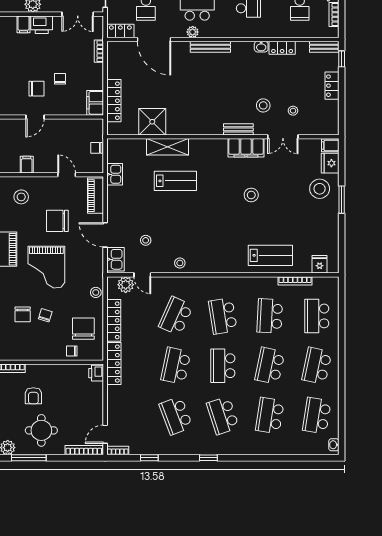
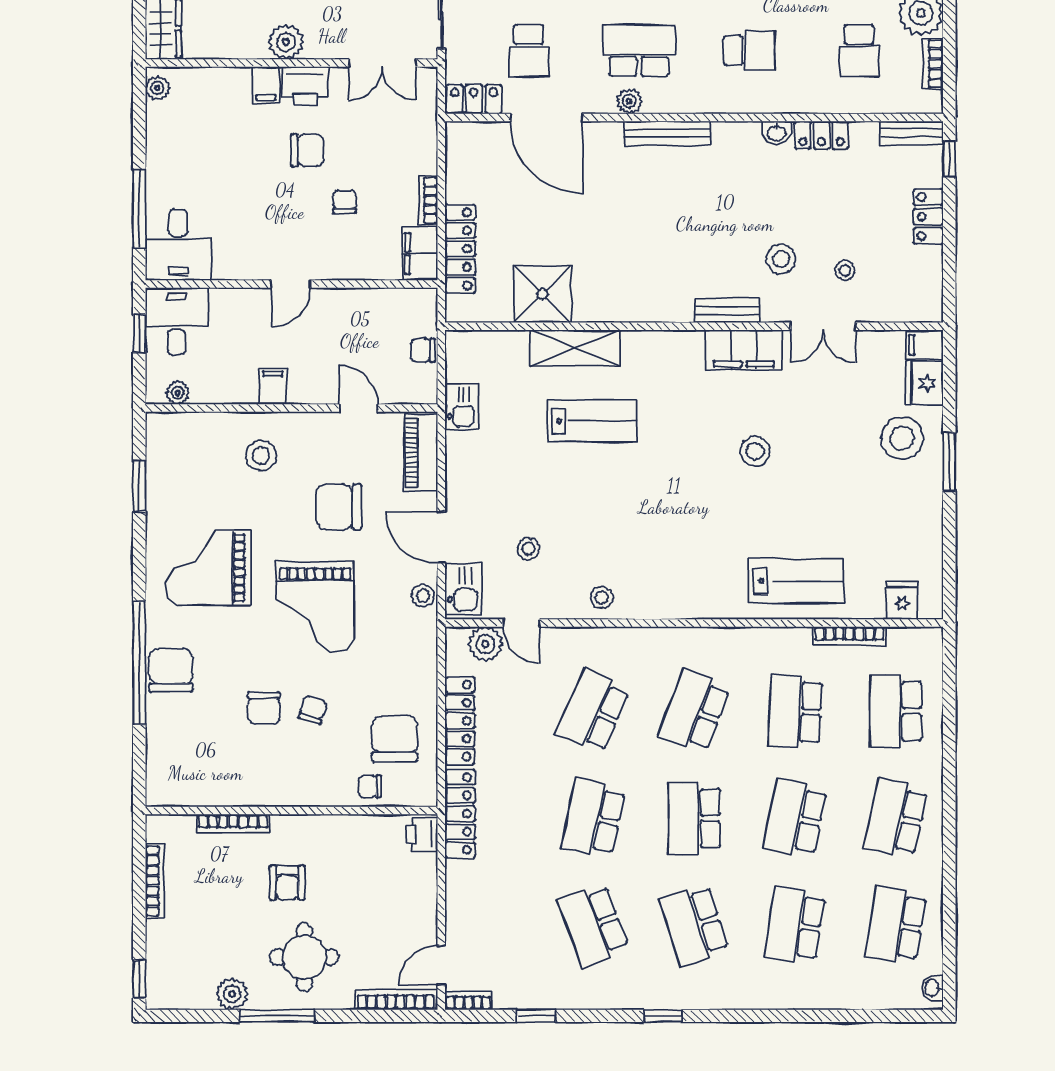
bookcase: (99, 51) -> (428, 200), moved
chair: (36, 89) -> (308, 150), moved
stool: (96, 292) -> (423, 596), moved
school desk: (223, 316) -> (694, 711), turned 30

